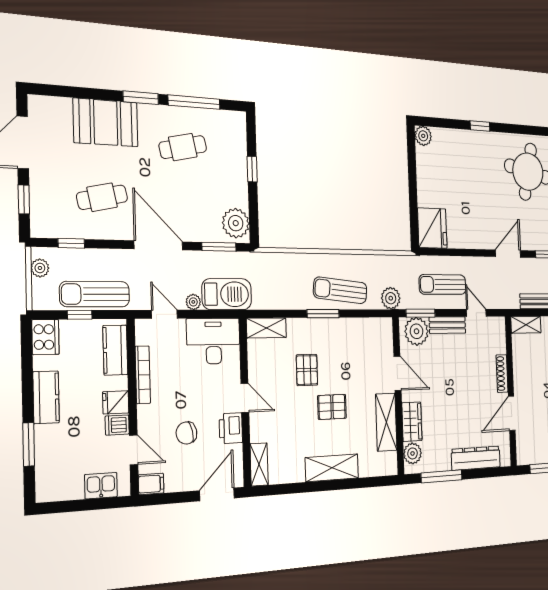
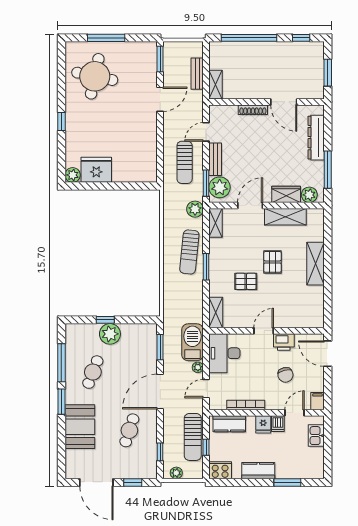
cafe table: (183, 147) -> (93, 372), turned 33
cafe table: (102, 197) -> (129, 430), turned 30
plant: (236, 223) -> (110, 334), moved
fridge: (432, 228) -> (96, 170), moved
door: (508, 254) -> (160, 99), swing flipped
shelving: (259, 464) -> (215, 223), moved, turned 90

